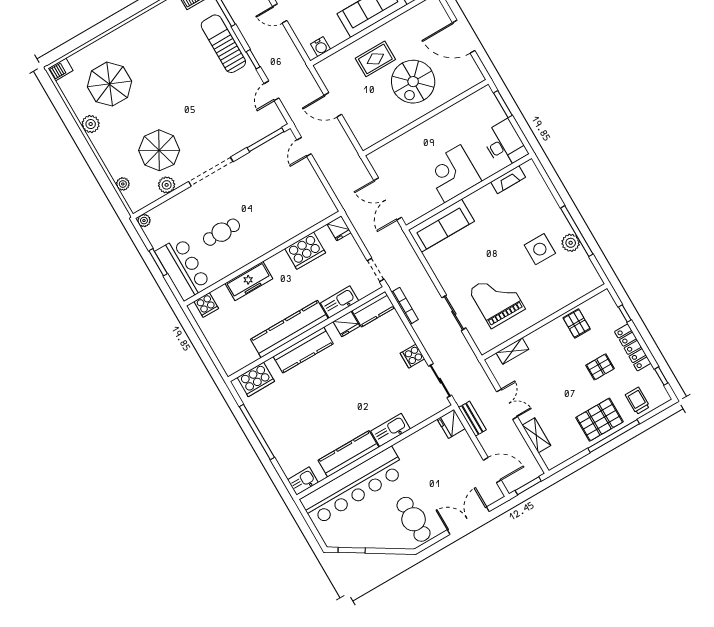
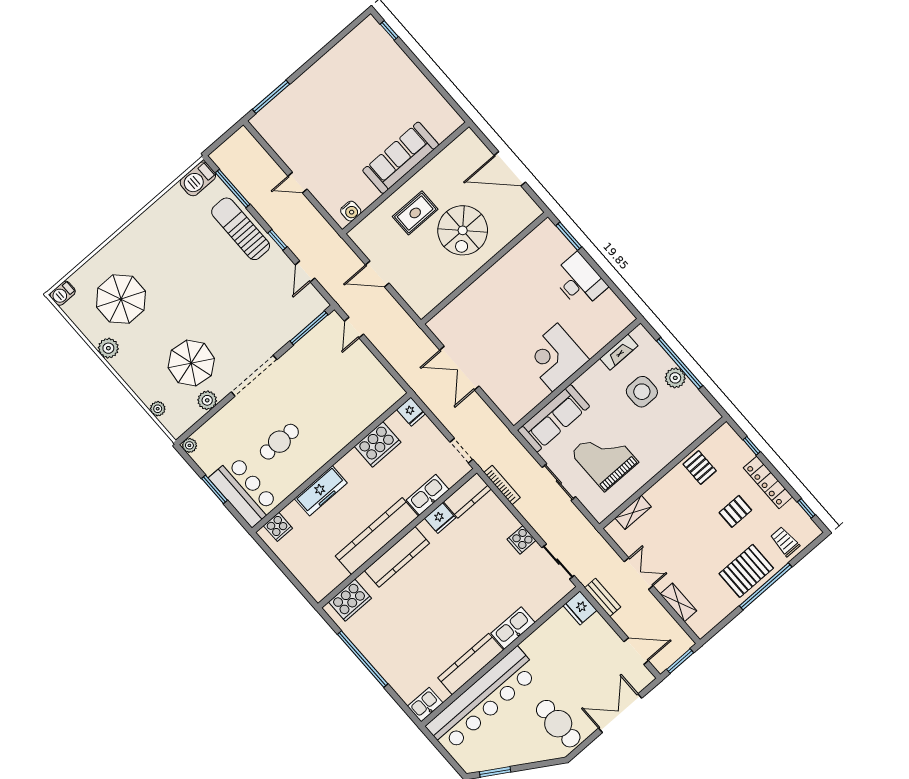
corner desk: (453, 174) -> (555, 357), moved
fireplace: (508, 180) -> (619, 352), moved
wall: (469, 192) -> (577, 374), moved
sofa: (441, 226) -> (554, 418), moved

